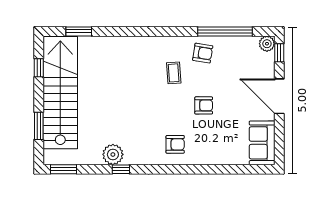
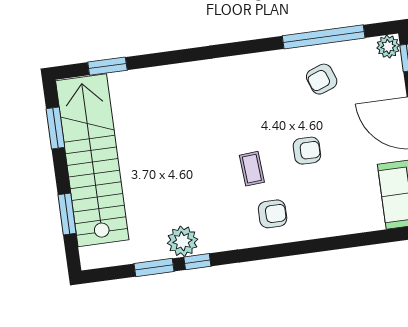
armchair: (203, 53) -> (322, 79), moved, turned 151
window: (39, 68) -> (55, 128), width x1.50
coffee table: (174, 73) -> (252, 169), moved
window: (64, 169) -> (154, 267), moved

